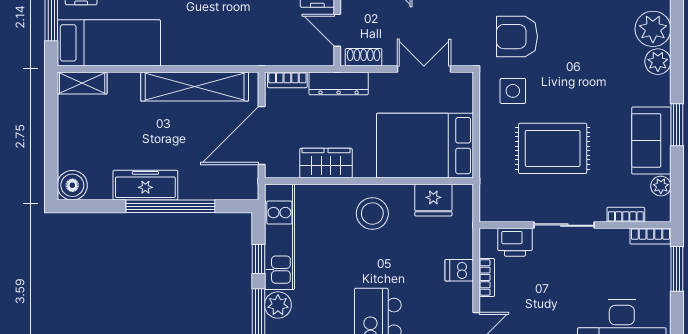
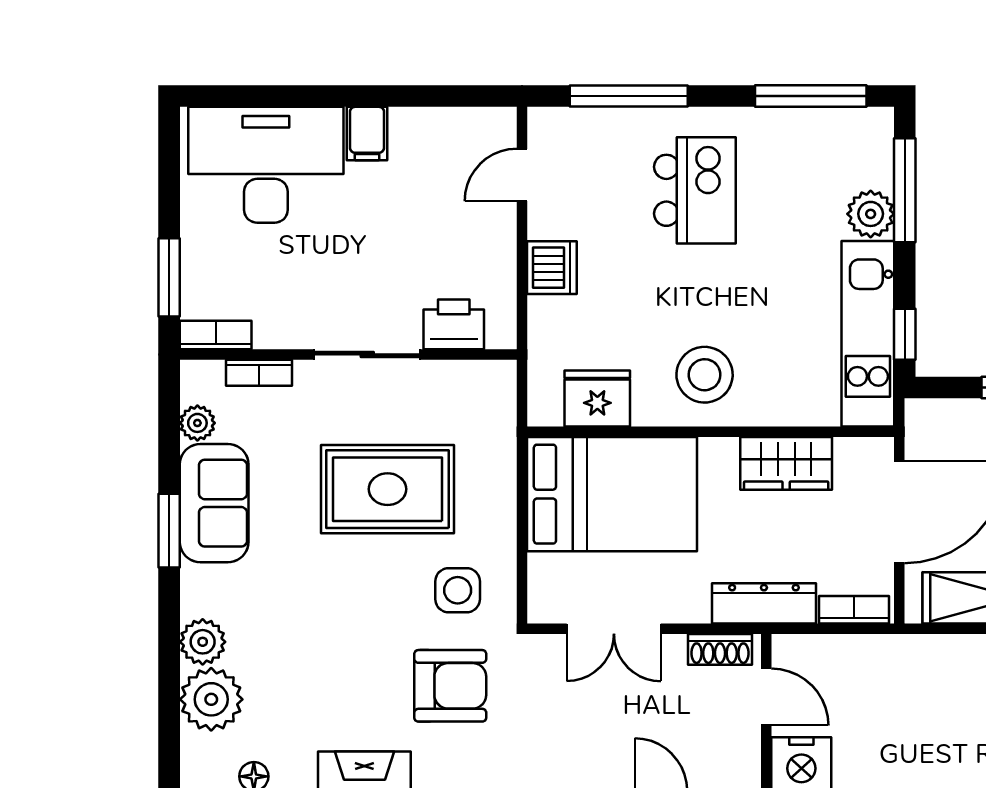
window: (258, 259) -> (905, 334), moved
dishwasher: (459, 270) -> (552, 268), width x1.38
bookcase: (487, 277) -> (503, 262), removed

